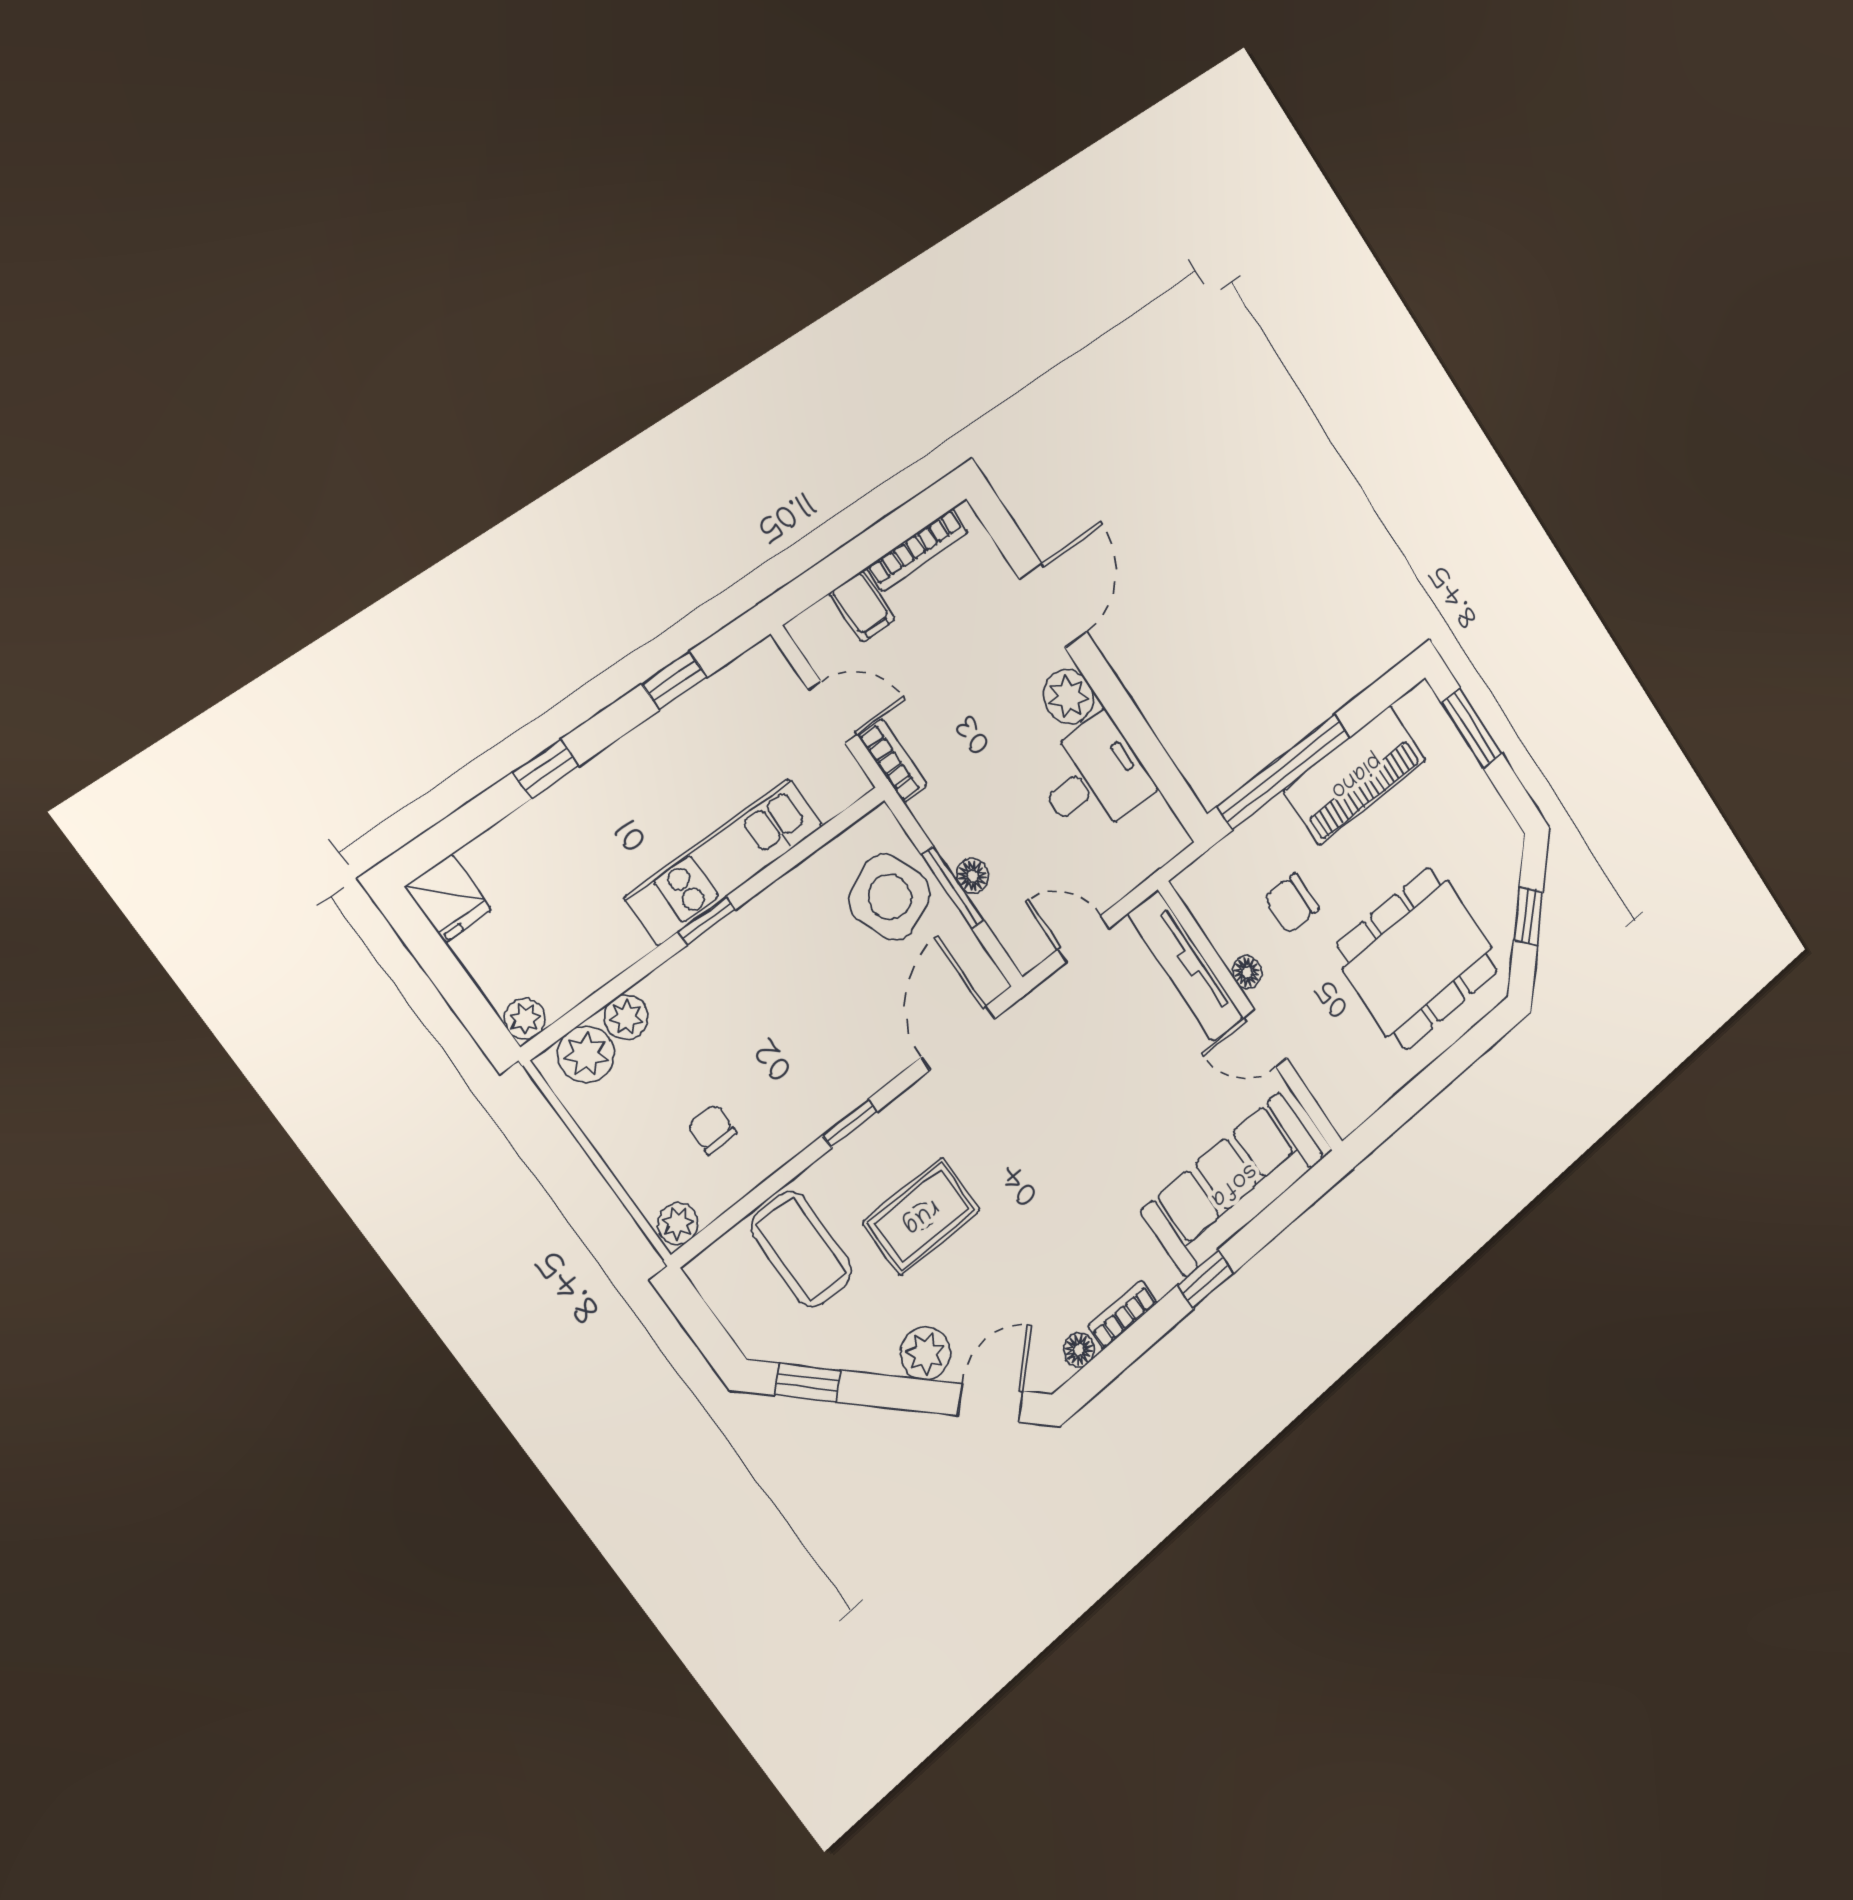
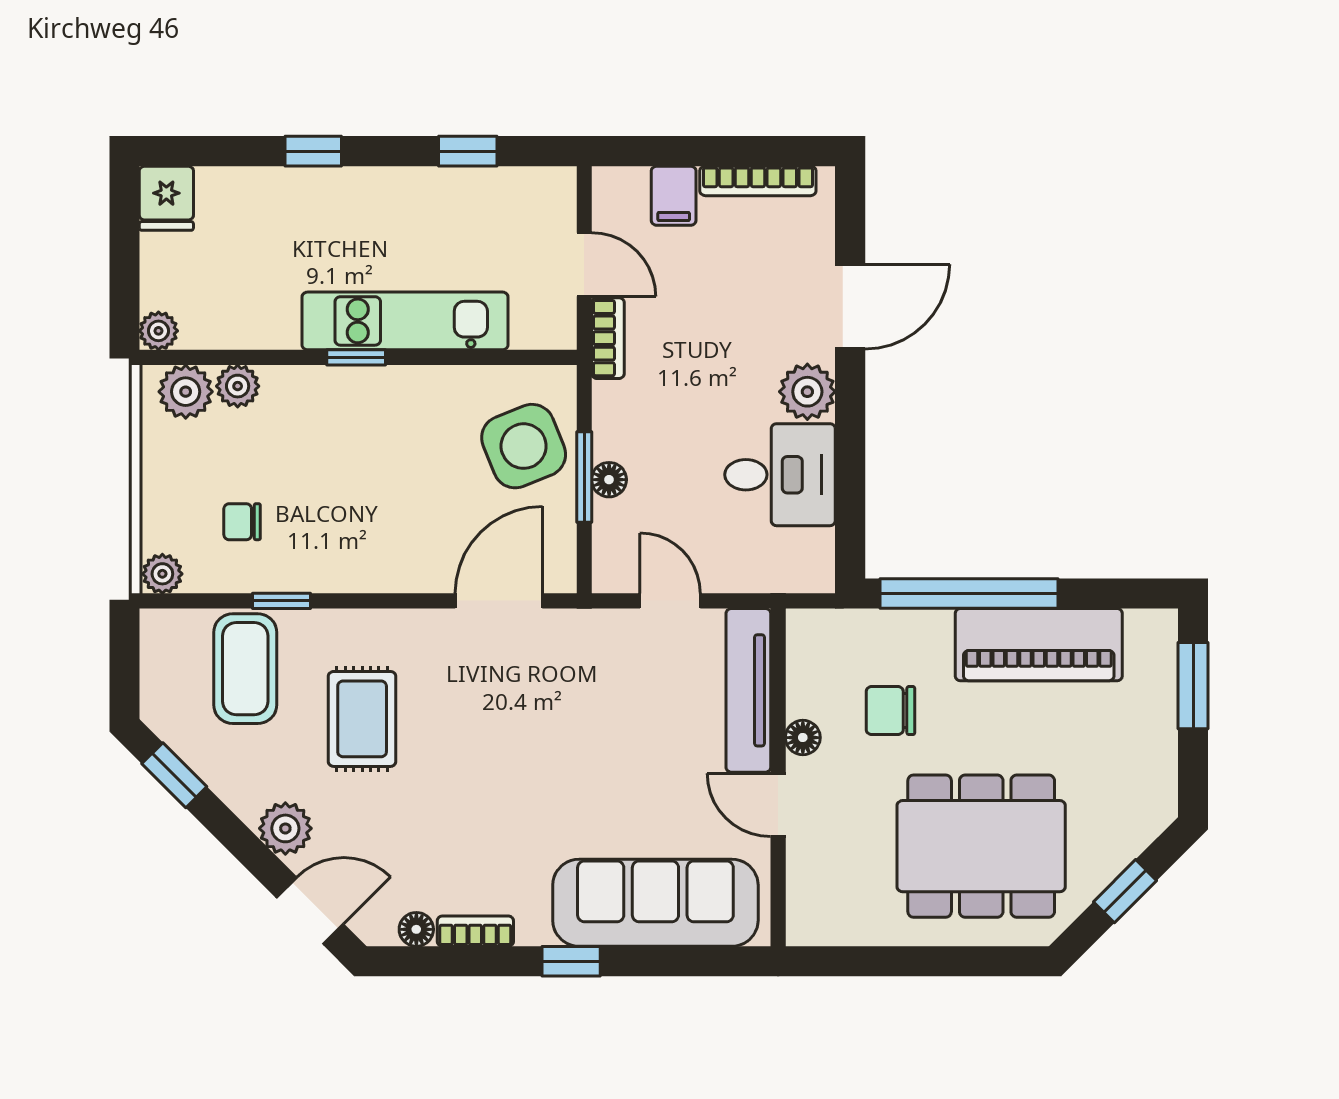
window: (850, 1123) -> (281, 601), moved
chair: (712, 1129) -> (242, 522), turned -90
rug: (921, 1216) -> (362, 719), turned 90

